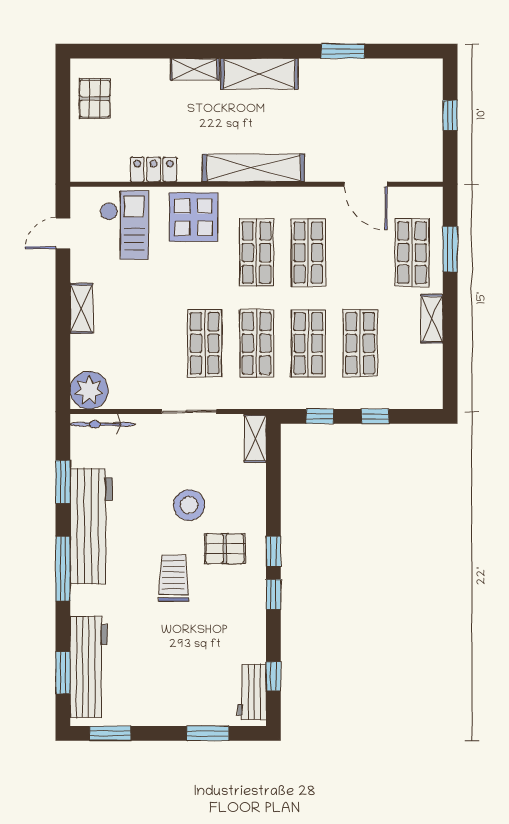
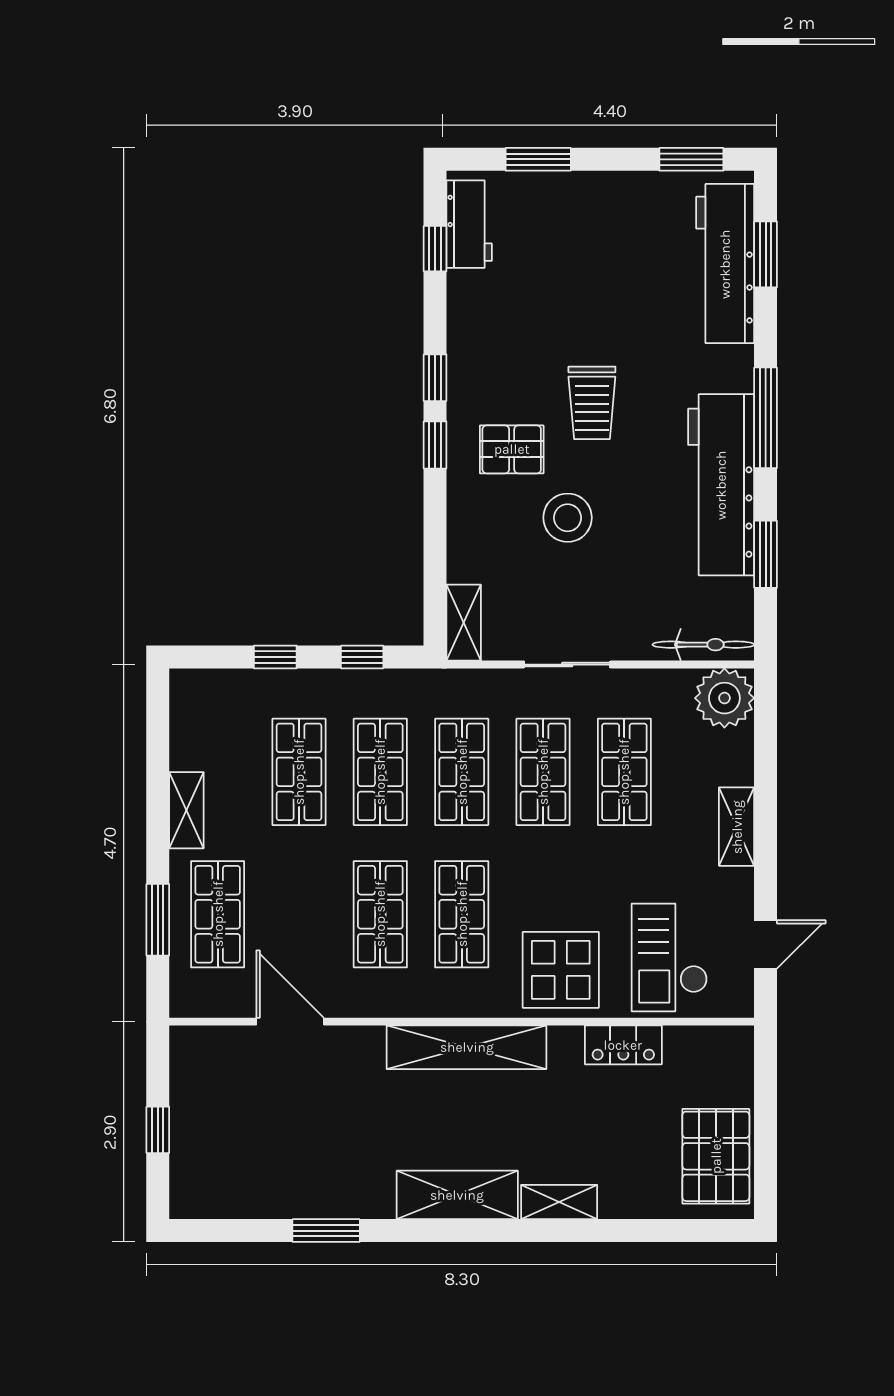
pallet: (95, 98) -> (716, 1156), width x1.50, depth x1.42
shop shelf: (153, 343) -> (624, 772), added

